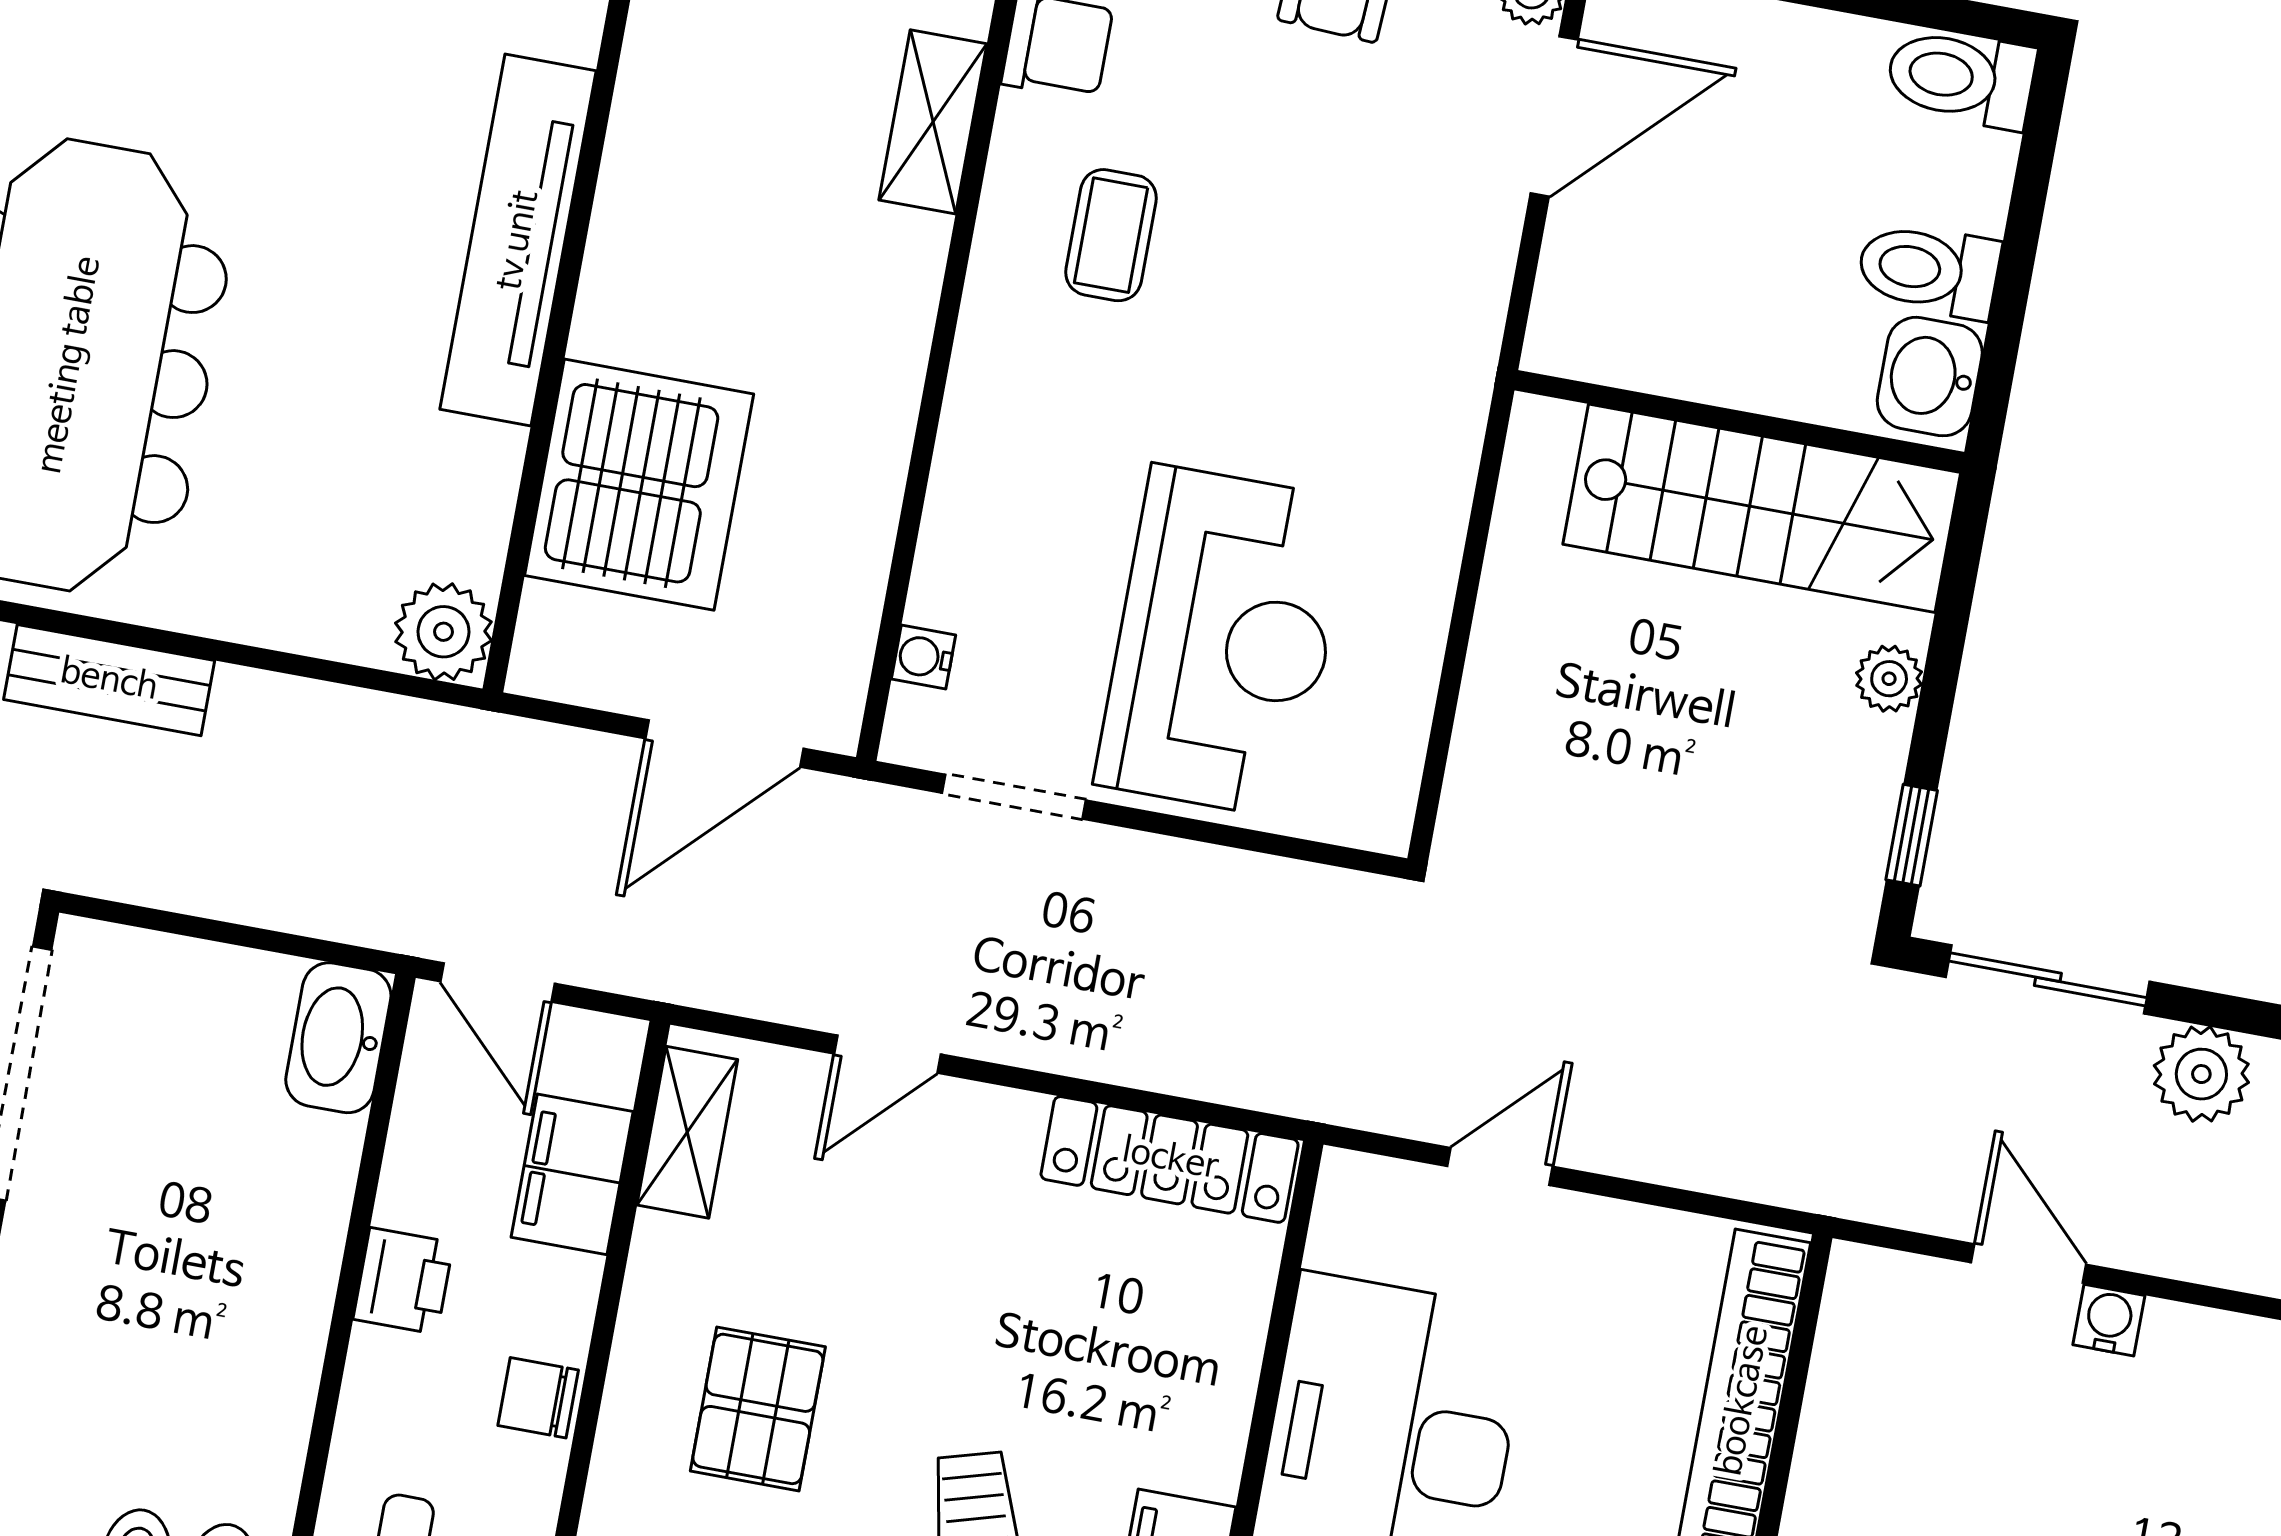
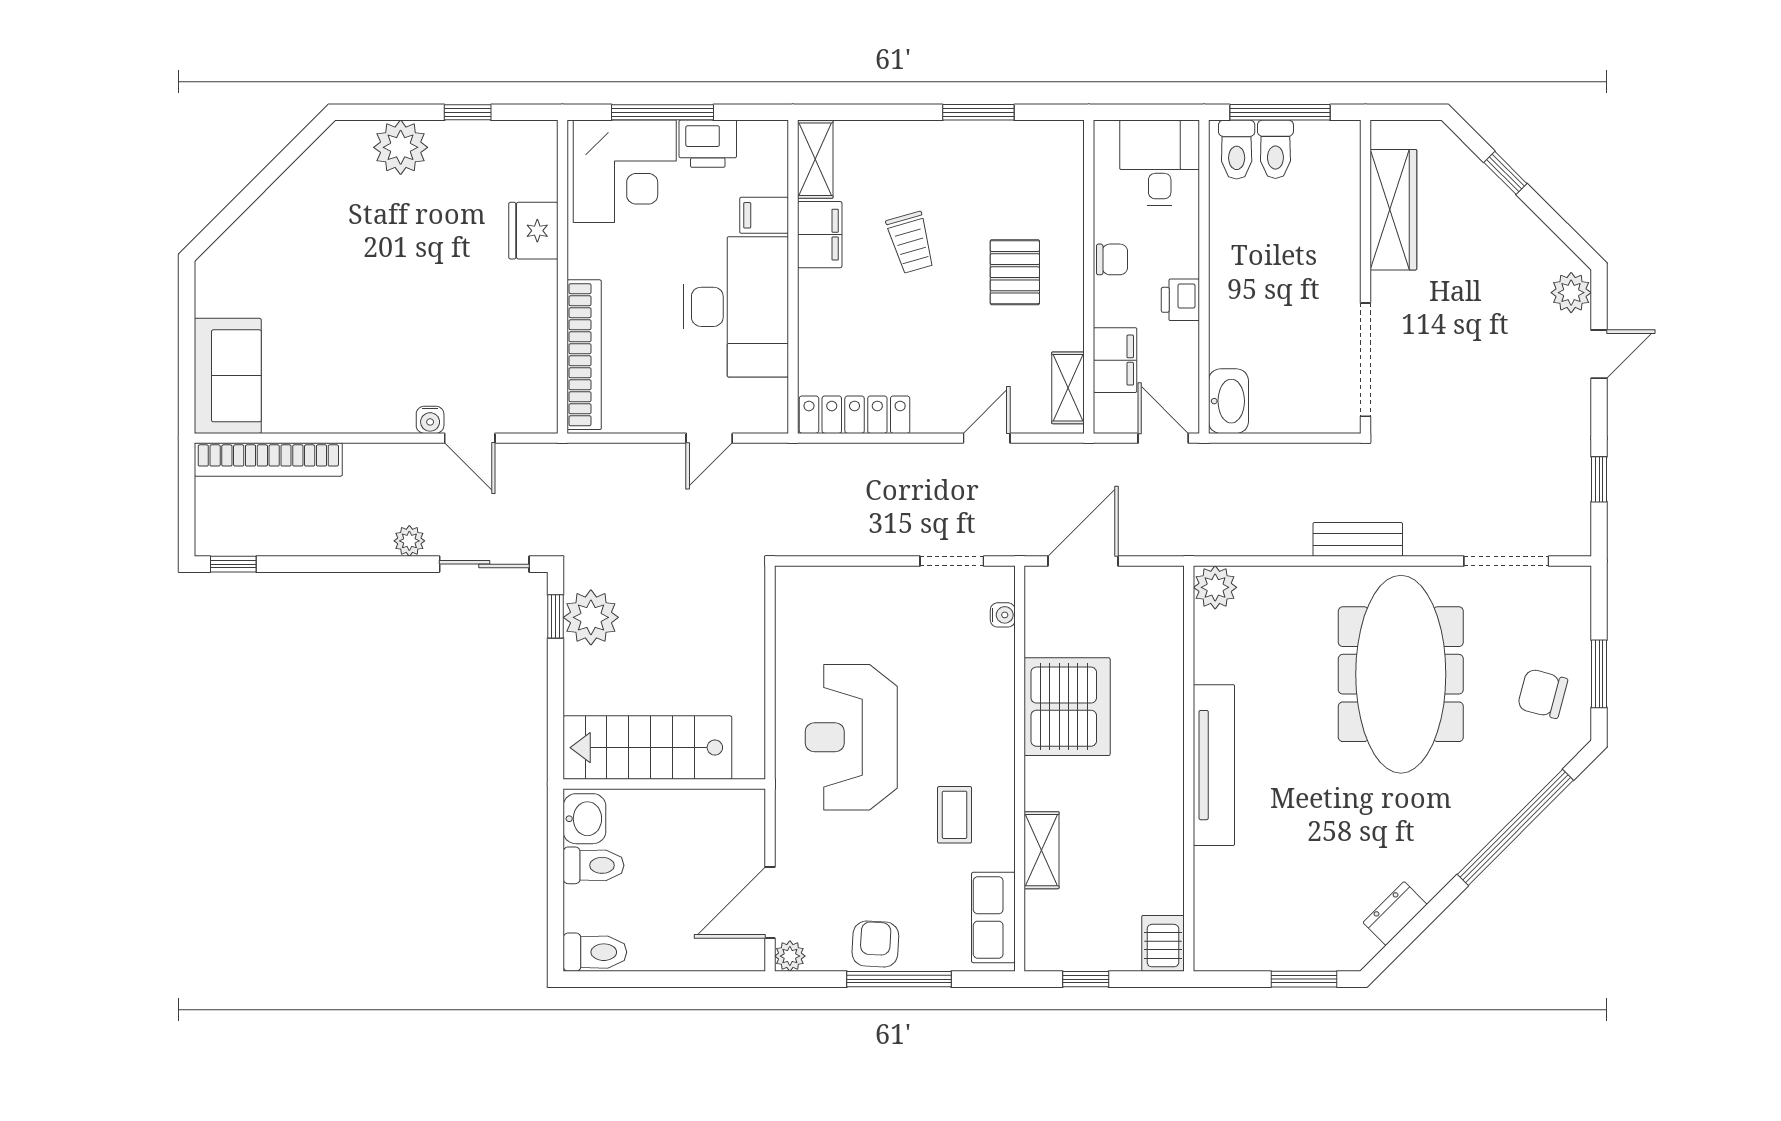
server rack: (639, 485) -> (1067, 707), moved, turned 180
reception desk: (1223, 642) -> (851, 737), moved
plant: (1889, 679) -> (591, 617), moved, width x1.87, depth x1.87
plant: (2201, 1074) -> (409, 541), width x0.73, depth x0.73

